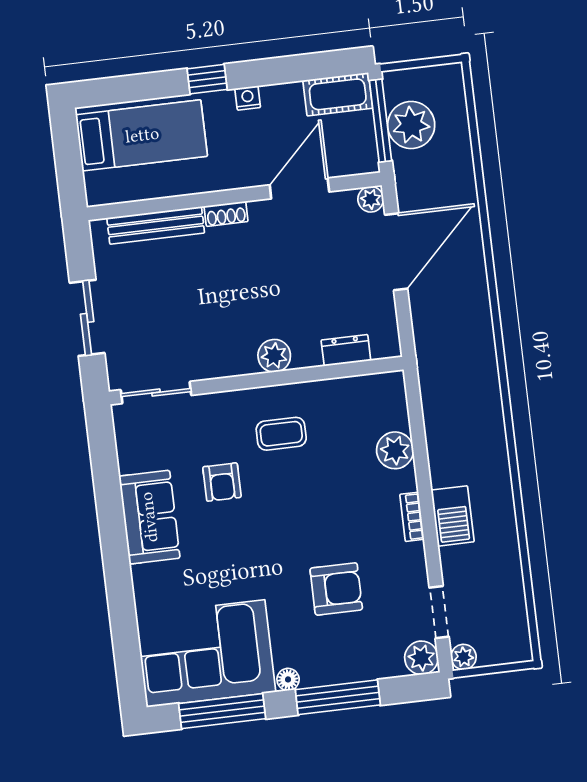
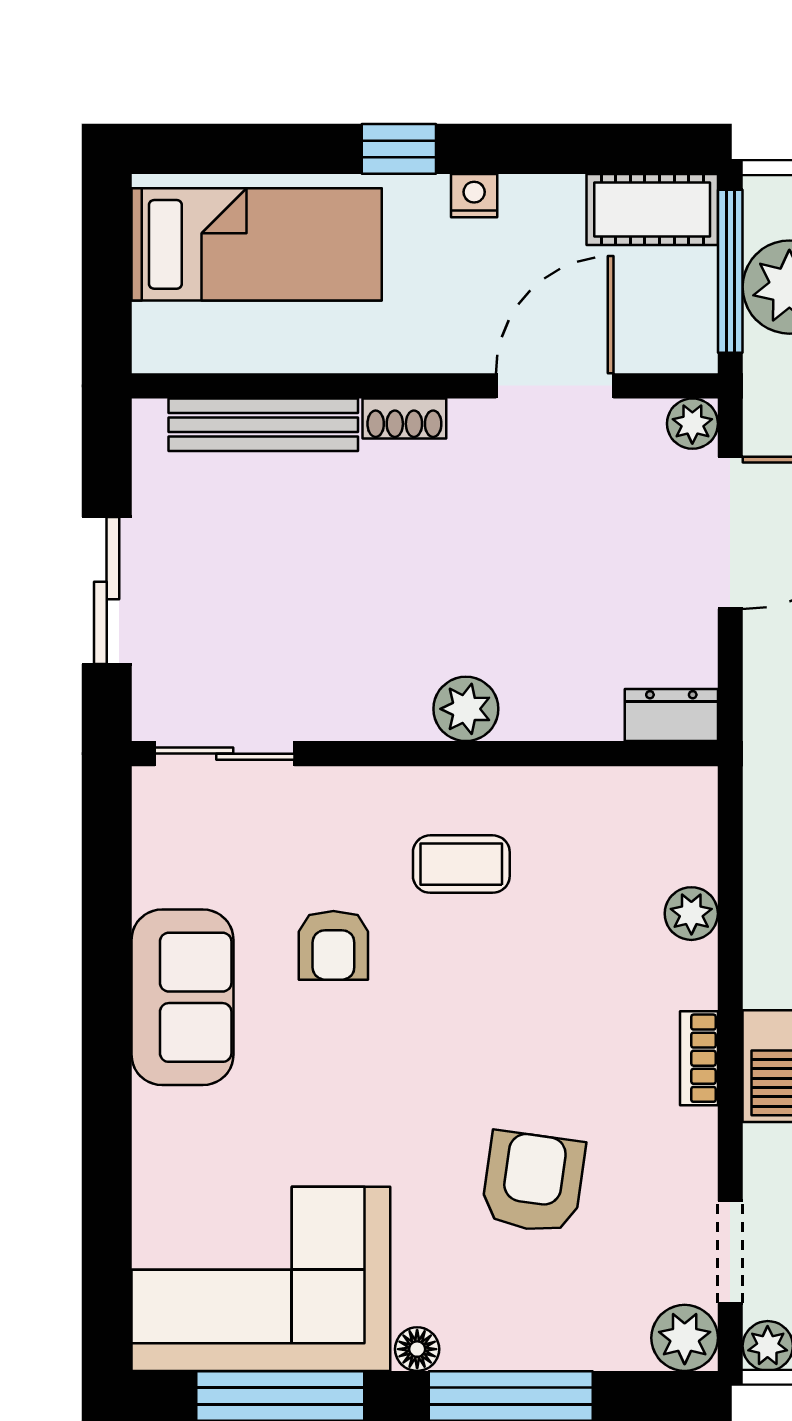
dresser: (346, 350) -> (671, 715), moved
plant: (395, 450) -> (691, 914), width x0.73, depth x0.73
armchair: (336, 589) -> (533, 1182), turned -82

